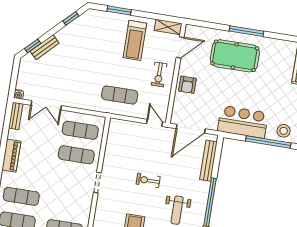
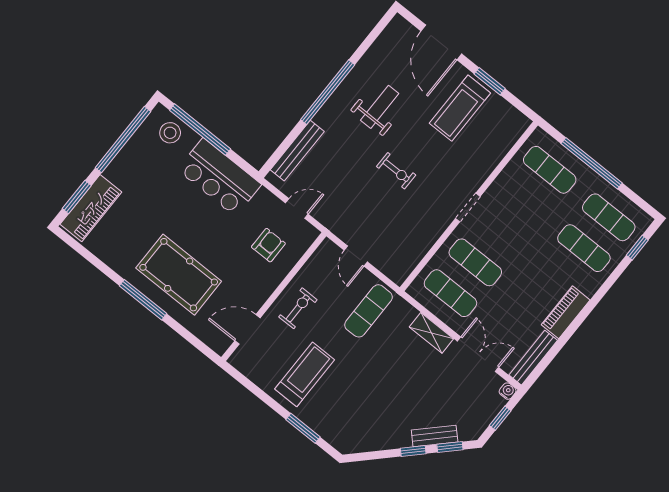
window: (71, 18) -> (413, 451), moved
shelving: (168, 27) -> (431, 333), moved
window: (14, 77) -> (500, 418), added
armchair: (187, 85) -> (268, 245), moved
exercise mat: (120, 95) -> (369, 311), turned 90
bench: (16, 116) -> (533, 358), width x1.36
door: (155, 123) -> (356, 256), moved
door: (191, 129) -> (297, 209), width x0.53

